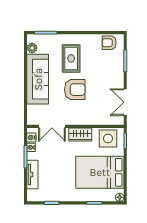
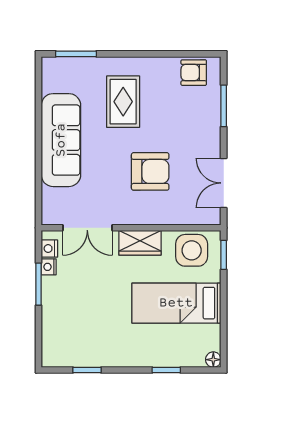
plant: (32, 48) -> (51, 82), removed
armchair: (75, 90) -> (150, 171), moved
bed: (100, 172) -> (176, 303), width x0.67
tv unit: (32, 174) -> (51, 317), removed

